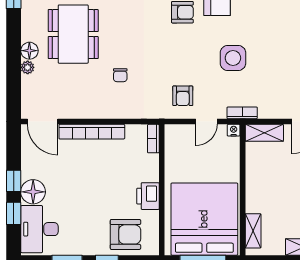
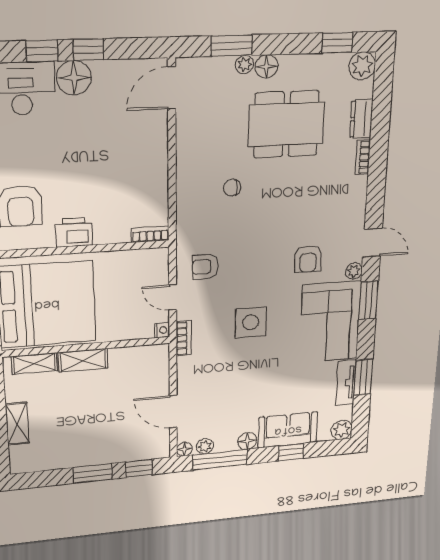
window: (14, 77) -> (232, 46), added
bookcase: (92, 132) -> (158, 155), removed
shelving: (264, 133) -> (83, 360), moved, turned 90

